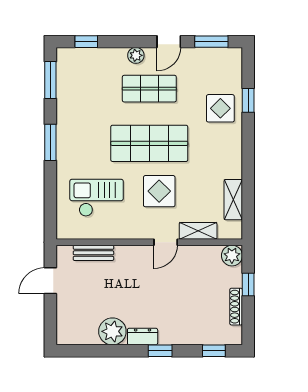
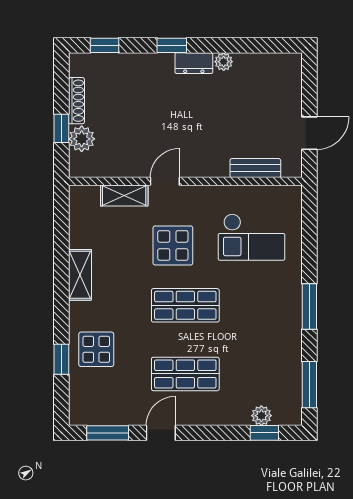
plant: (136, 55) -> (261, 416), moved
shop shelf: (149, 143) -> (185, 305), width x0.70, depth x0.74
shelving: (233, 200) -> (80, 275), moved
plant: (232, 256) -> (82, 139), moved
plant: (112, 331) -> (224, 62), width x0.53, depth x0.53

